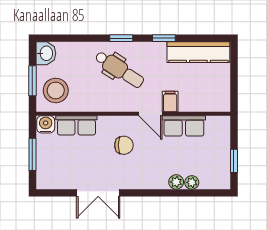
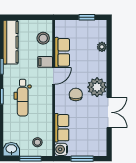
dental chair: (119, 69) -> (23, 98), turned 147
stool: (56, 90) -> (37, 142), width x0.53, depth x0.53
stool: (204, 99) -> (43, 38), added
plant: (176, 182) -> (97, 87), moved, width x1.88, depth x1.88

